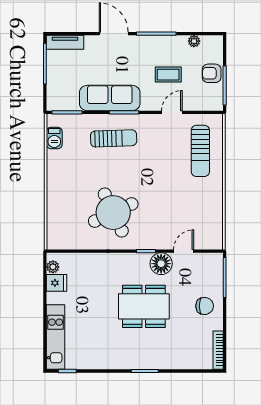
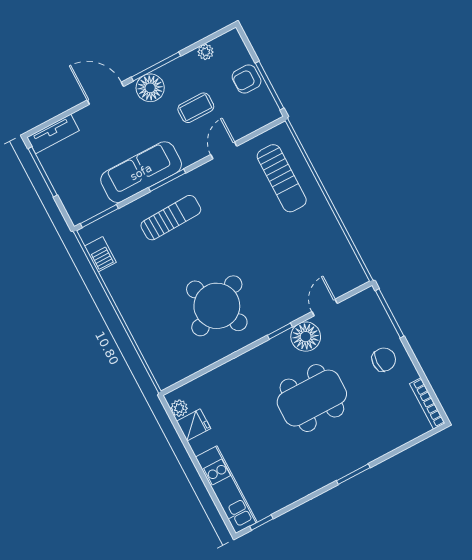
floor lamp: (145, 46) -> (150, 88), added

